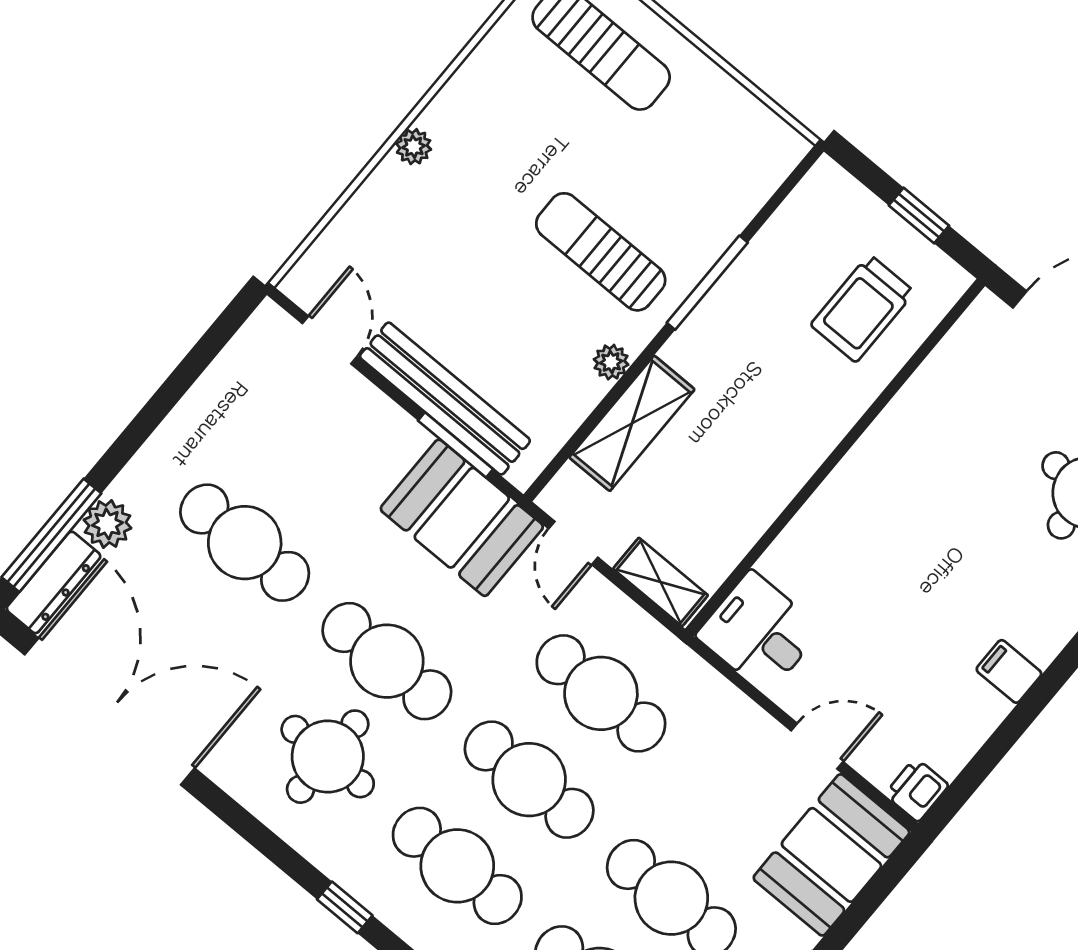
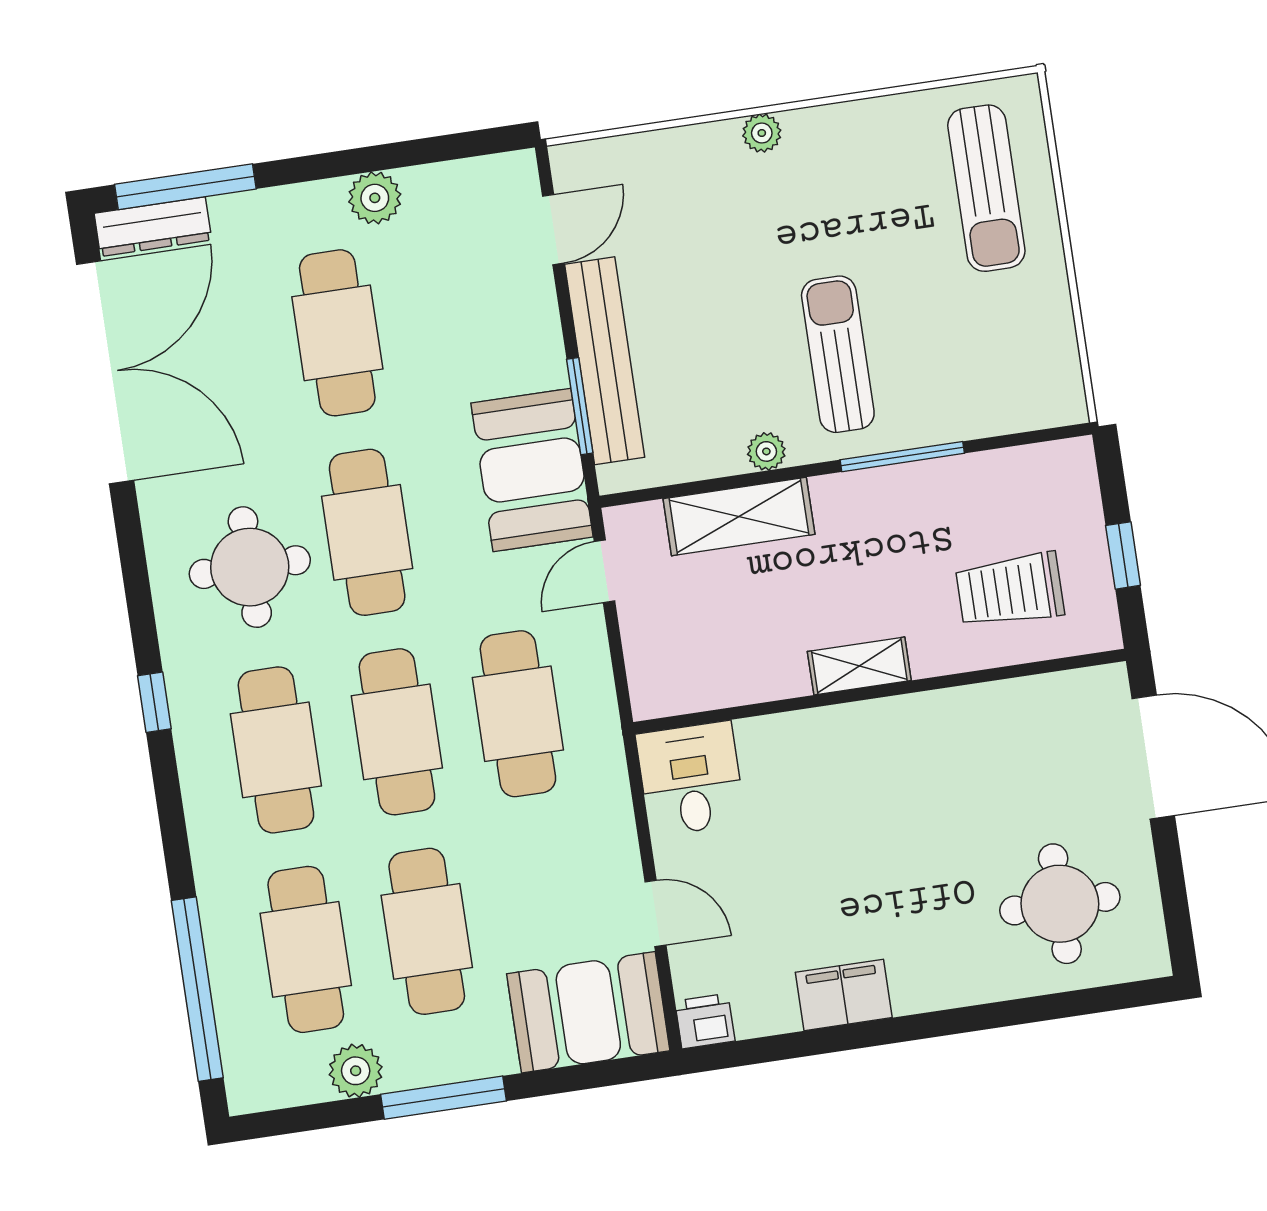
plant: (107, 524) -> (375, 198), moved
shelving: (661, 582) -> (859, 666), moved, turned 90
filing cabinet: (1009, 671) -> (844, 995), width x2.00

